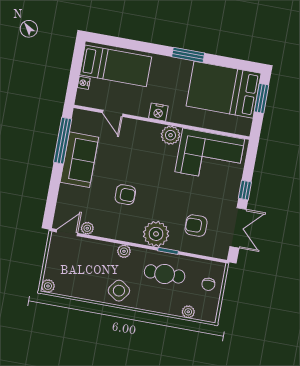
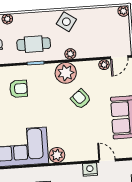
nightstand: (158, 112) -> (90, 170), moved
armchair: (125, 195) -> (81, 99), turned 51
plant: (156, 234) -> (66, 73), moved

